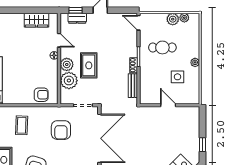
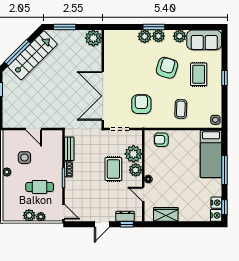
plant: (184, 18) -> (41, 217), moved

